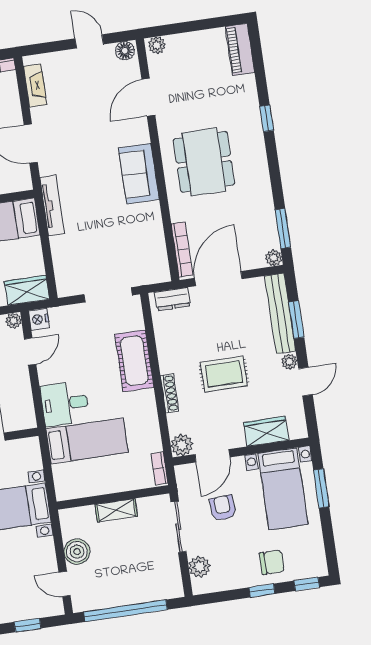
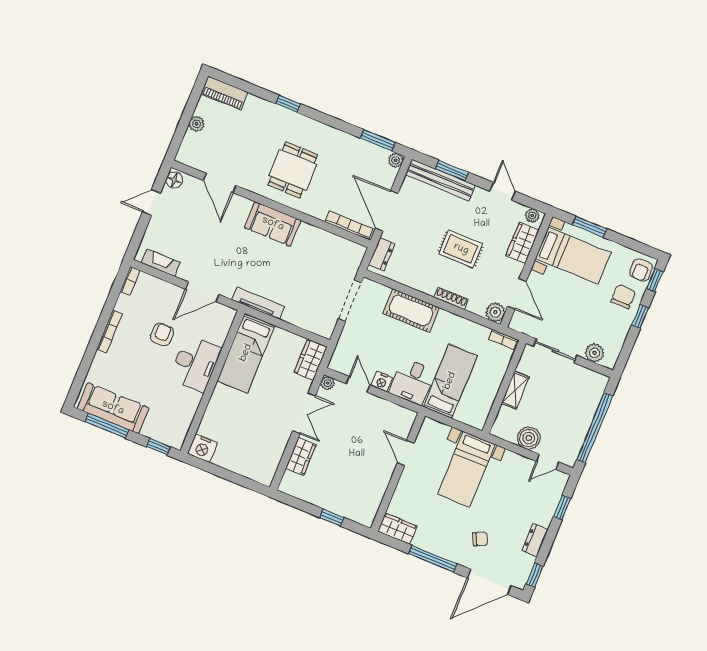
plant: (157, 45) -> (197, 124), moved
dining table: (204, 162) -> (293, 170), width x0.73
nightstand: (39, 319) -> (382, 382), moved
plant: (289, 362) -> (532, 215), moved
rug: (224, 374) -> (461, 249), turned 90
armchair: (223, 508) -> (641, 270), moved, turned -86

